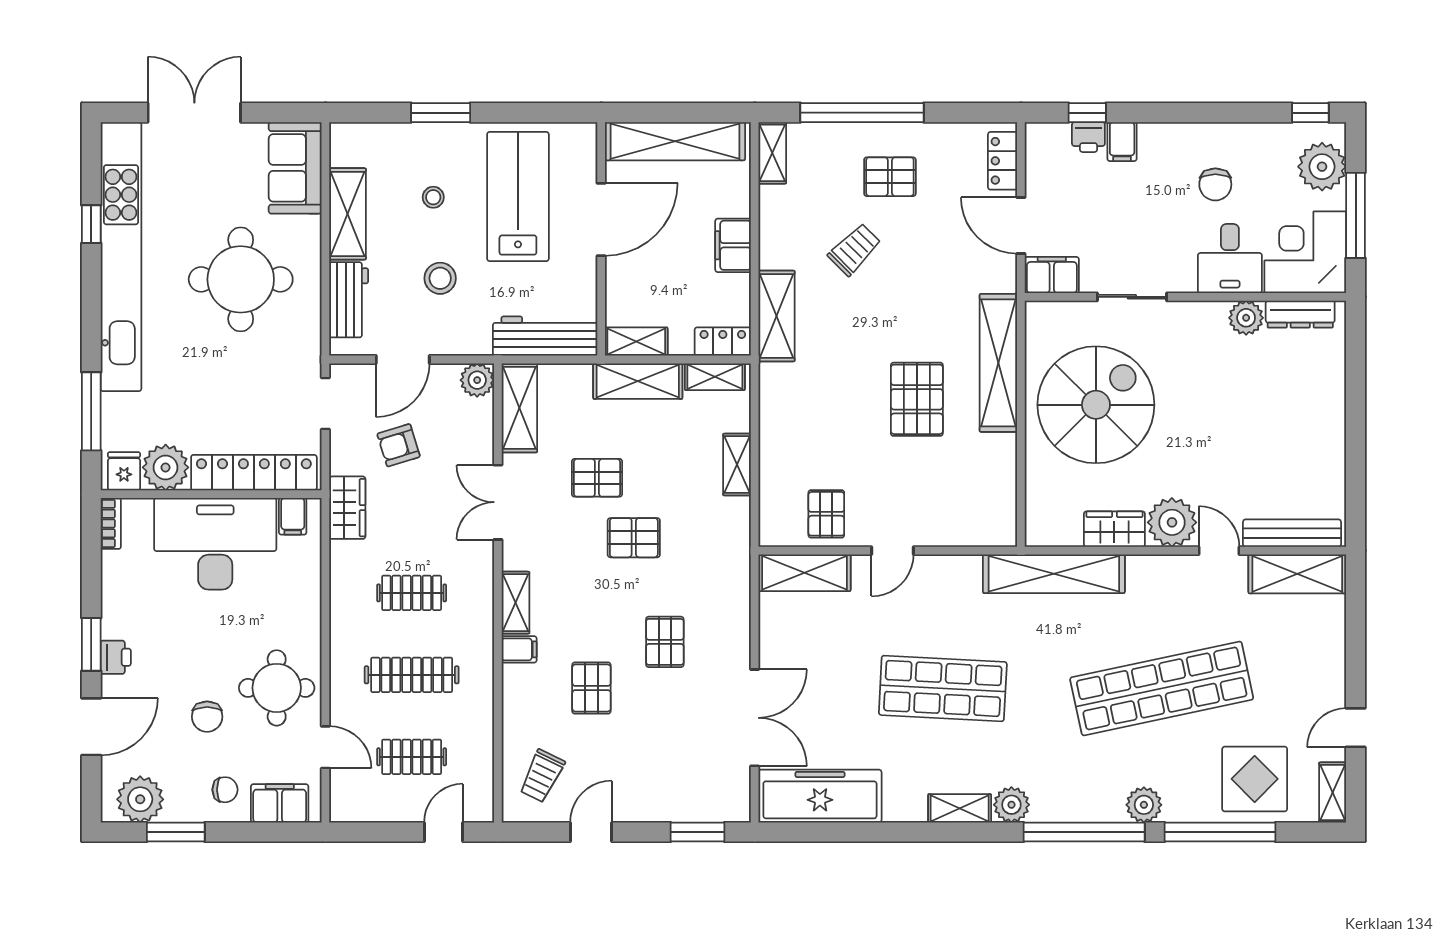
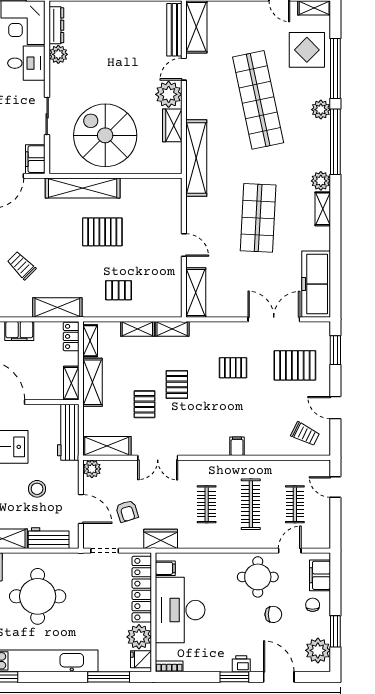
pallet: (826, 514) -> (119, 290), moved
shelving: (515, 603) -> (172, 329), moved
pallet: (591, 688) -> (295, 365), moved, width x1.50, depth x1.42

